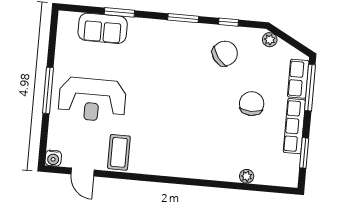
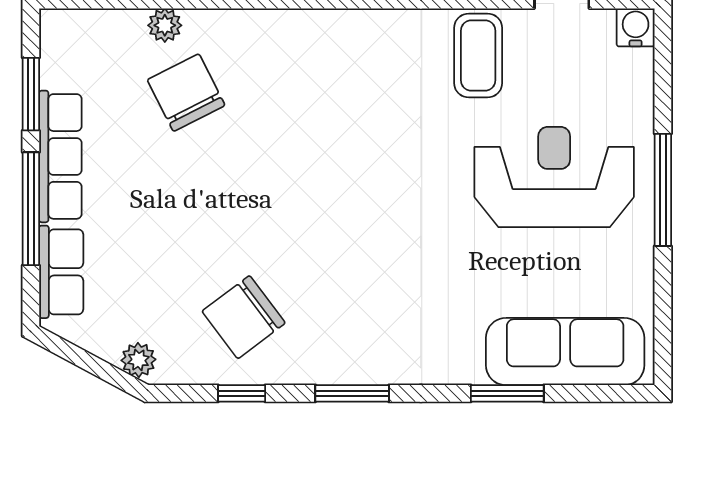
sofa: (103, 28) -> (565, 352), width x1.36
window: (310, 88) -> (31, 209), moved
chair: (252, 104) -> (186, 93), moved, turned 153

